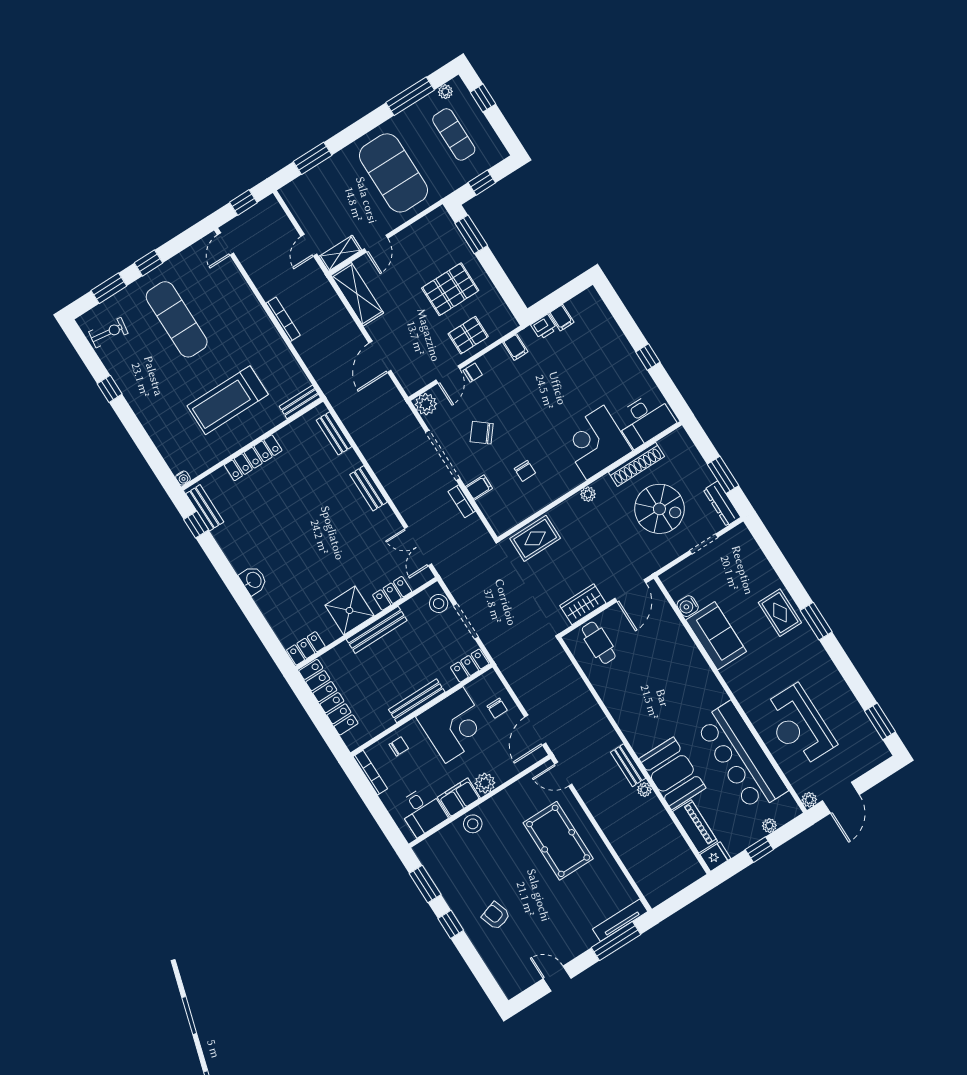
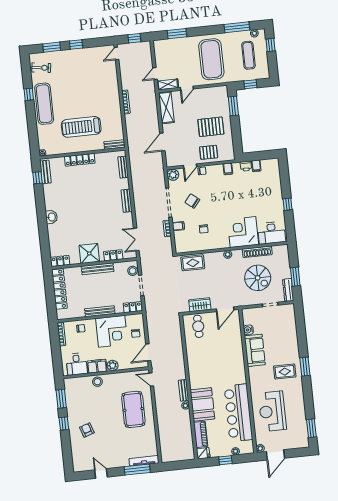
exercise mat: (177, 319) -> (44, 104), moved
rug: (780, 613) -> (285, 372), moved, turned 90

